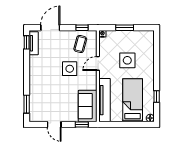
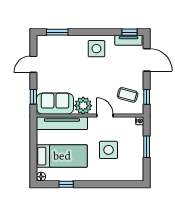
side table: (70, 69) -> (96, 49), moved
plant: (89, 82) -> (83, 106), added

